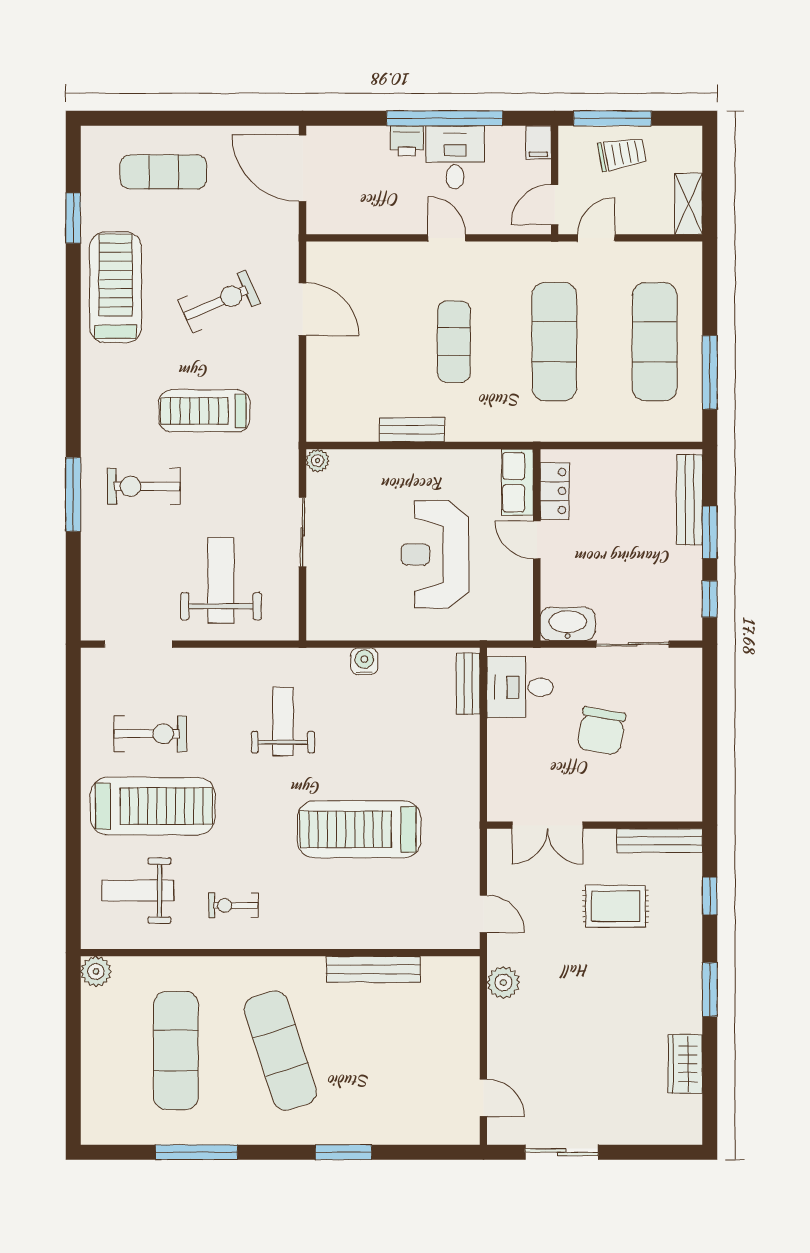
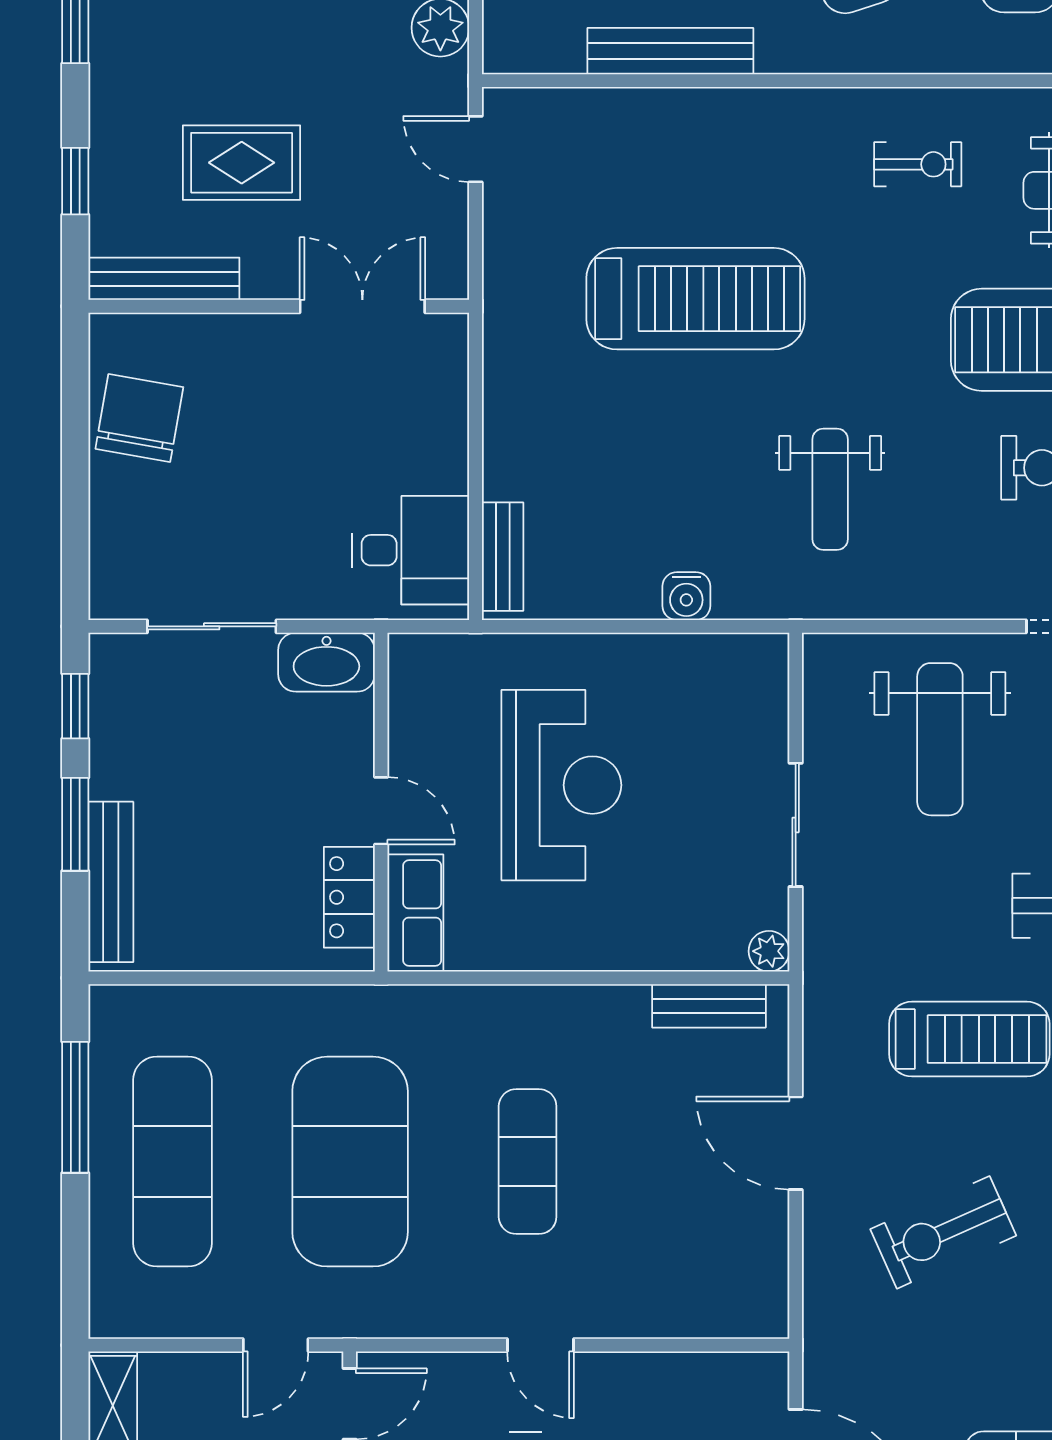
door: (302, 309) -> (796, 1143), moved
exercise mat: (554, 342) -> (350, 1162), width x1.47
bench: (412, 430) -> (709, 1006), moved
chair: (601, 731) -> (139, 418), moved

